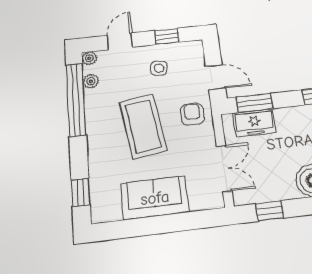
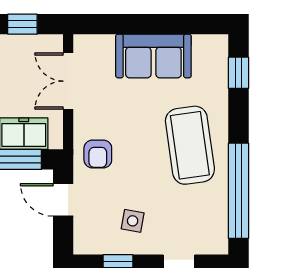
plant: (89, 58) -> (219, 245), removed
plant: (91, 81) -> (219, 213), removed
coffee table: (143, 126) -> (190, 145), moved

